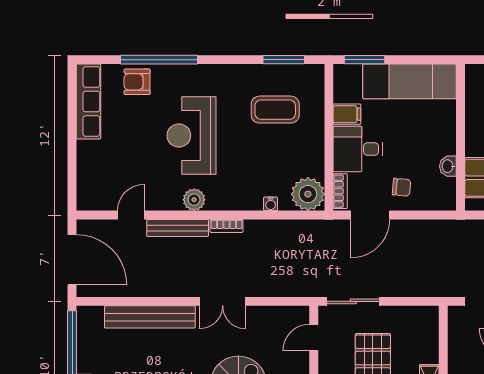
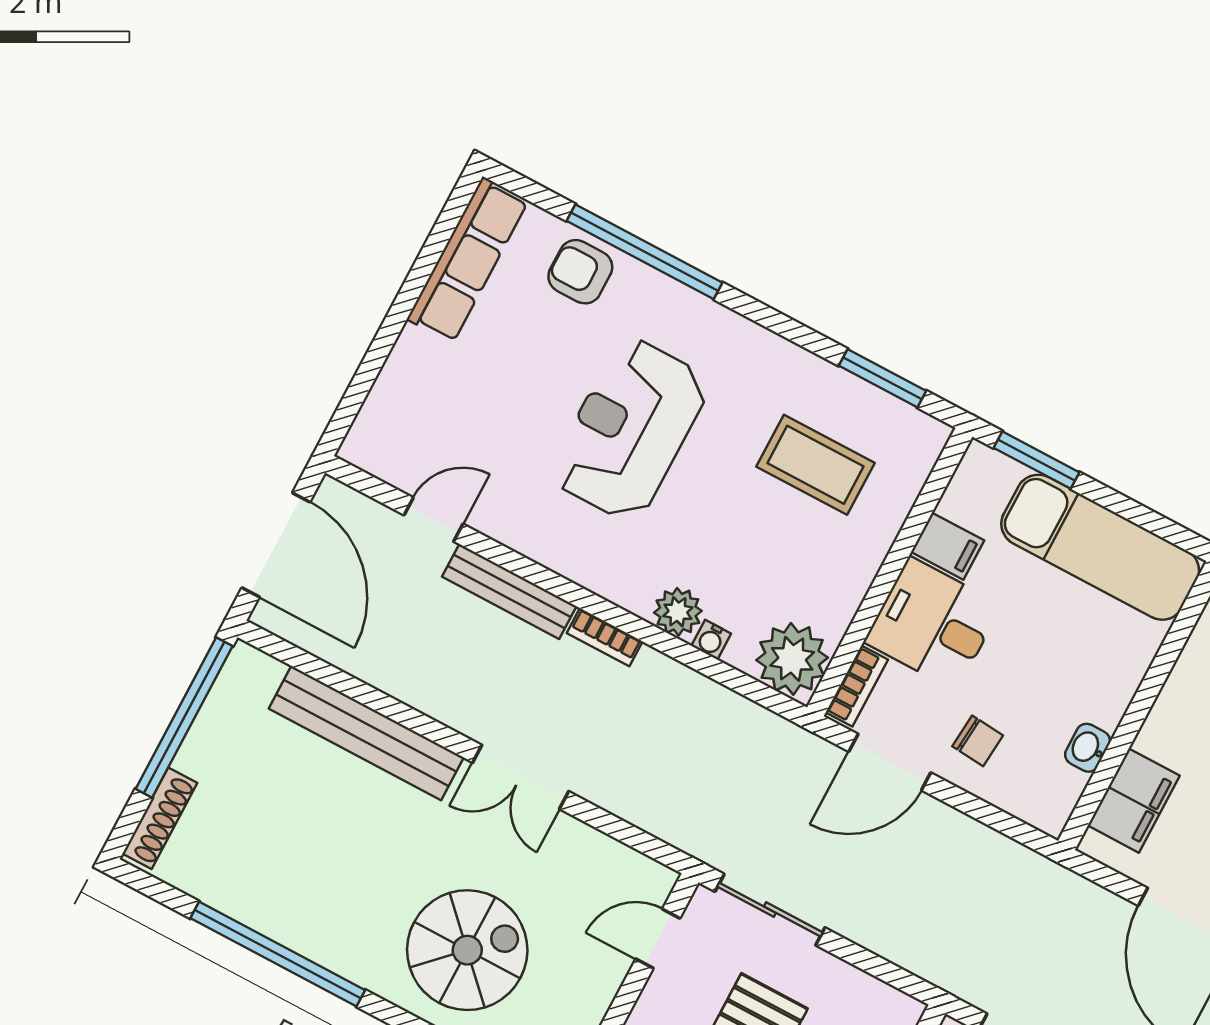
plant: (194, 200) -> (678, 612), moved

